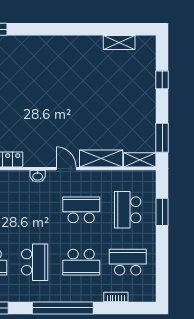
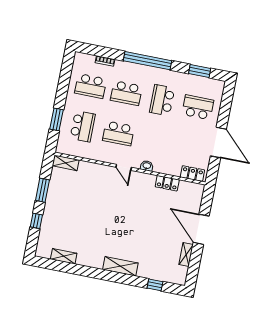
window: (162, 138) -> (42, 190), moved
shelving: (101, 158) -> (120, 266), moved
school desk: (81, 262) -> (126, 93), turned 180

